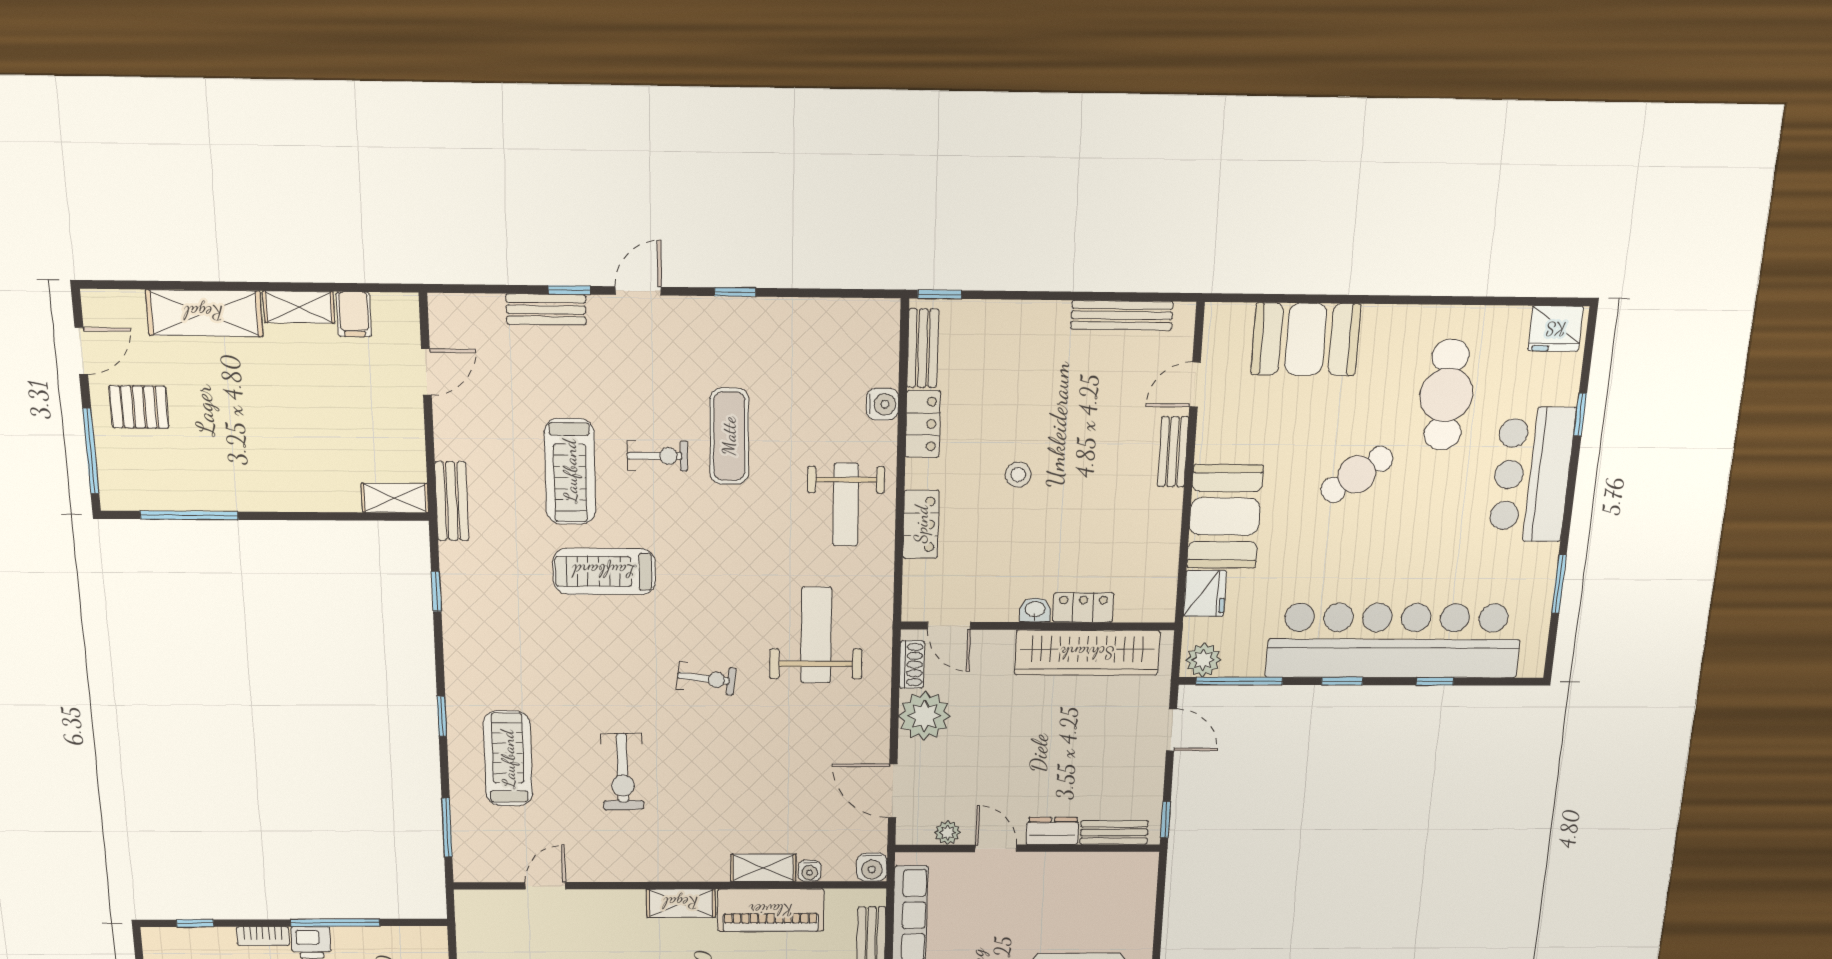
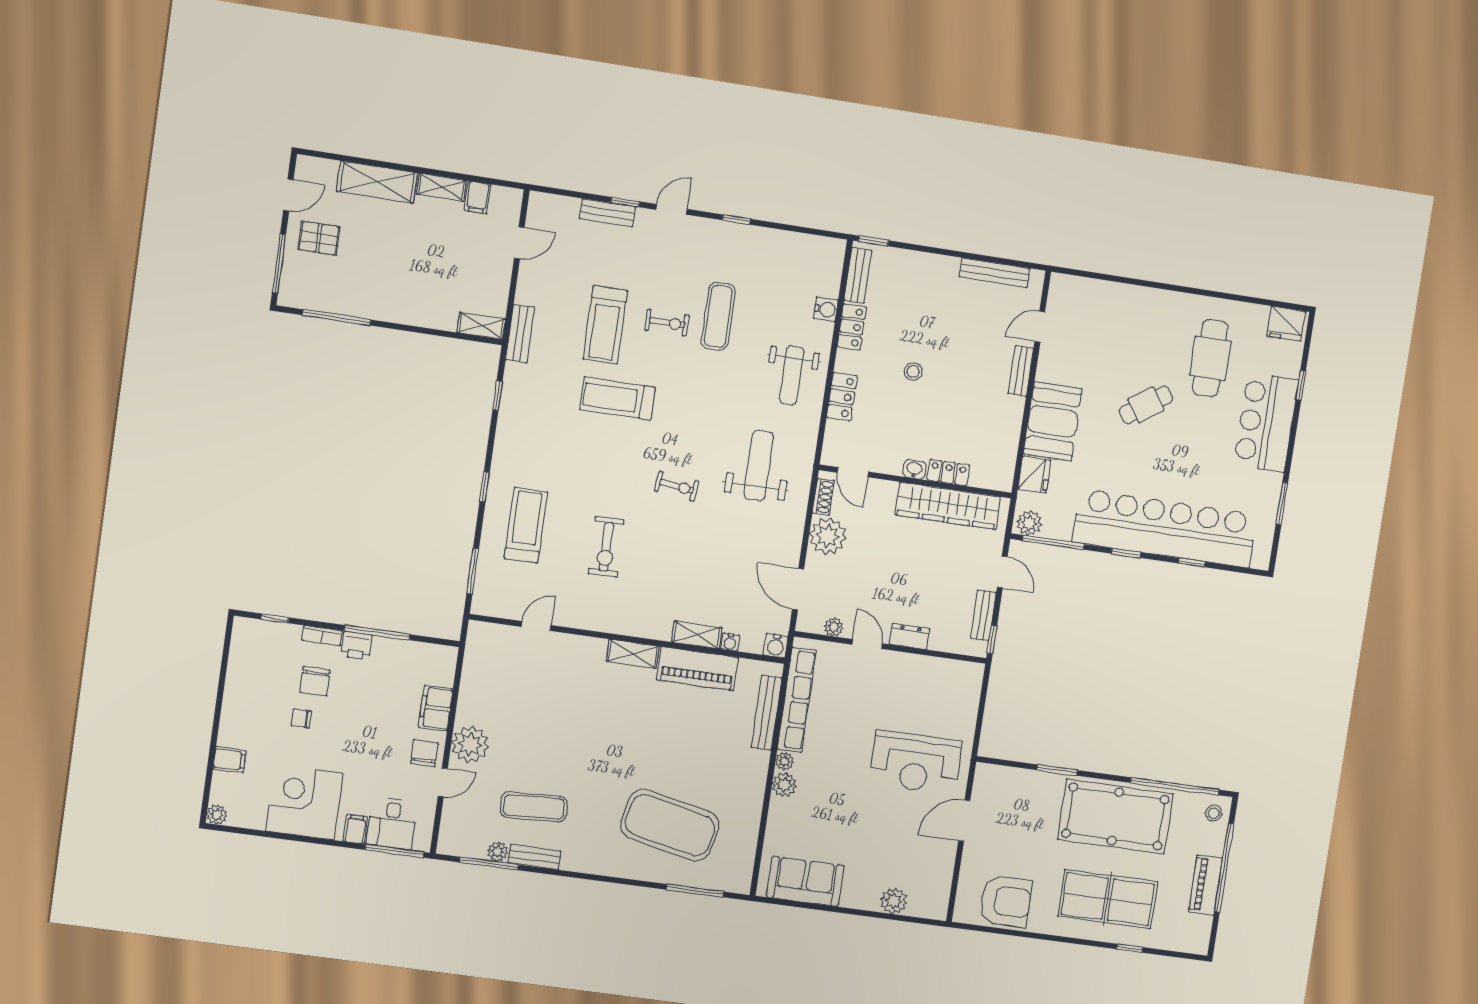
booth: (1306, 339) -> (1117, 307), removed
bench: (1114, 832) -> (983, 615), moved, turned 90

